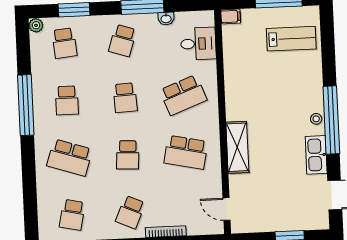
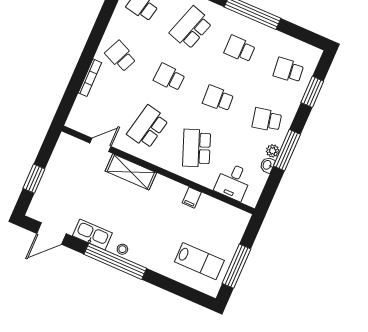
filing cabinet: (231, 16) -> (192, 198), moved
plant: (36, 25) -> (273, 151), moved
lab bench: (291, 39) -> (199, 261), turned -90
school desk: (123, 40) -> (267, 120), turned -30
door: (226, 209) -> (100, 145), moved

